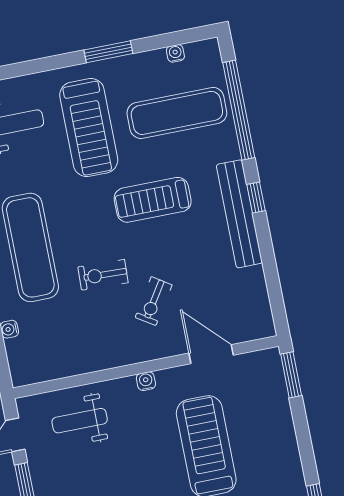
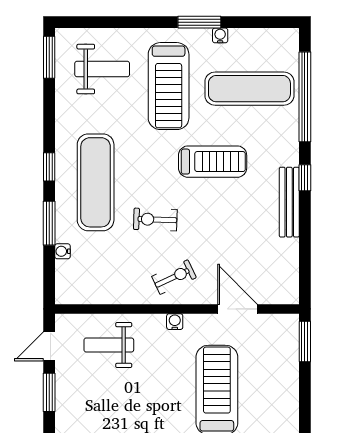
water cooler: (175, 53) -> (220, 35), moved
treadmill: (153, 200) -> (213, 162), turned 180
bench: (239, 214) -> (289, 202), width x0.73, depth x0.82
exercise bike: (154, 301) -> (174, 277), moved, turned -148

